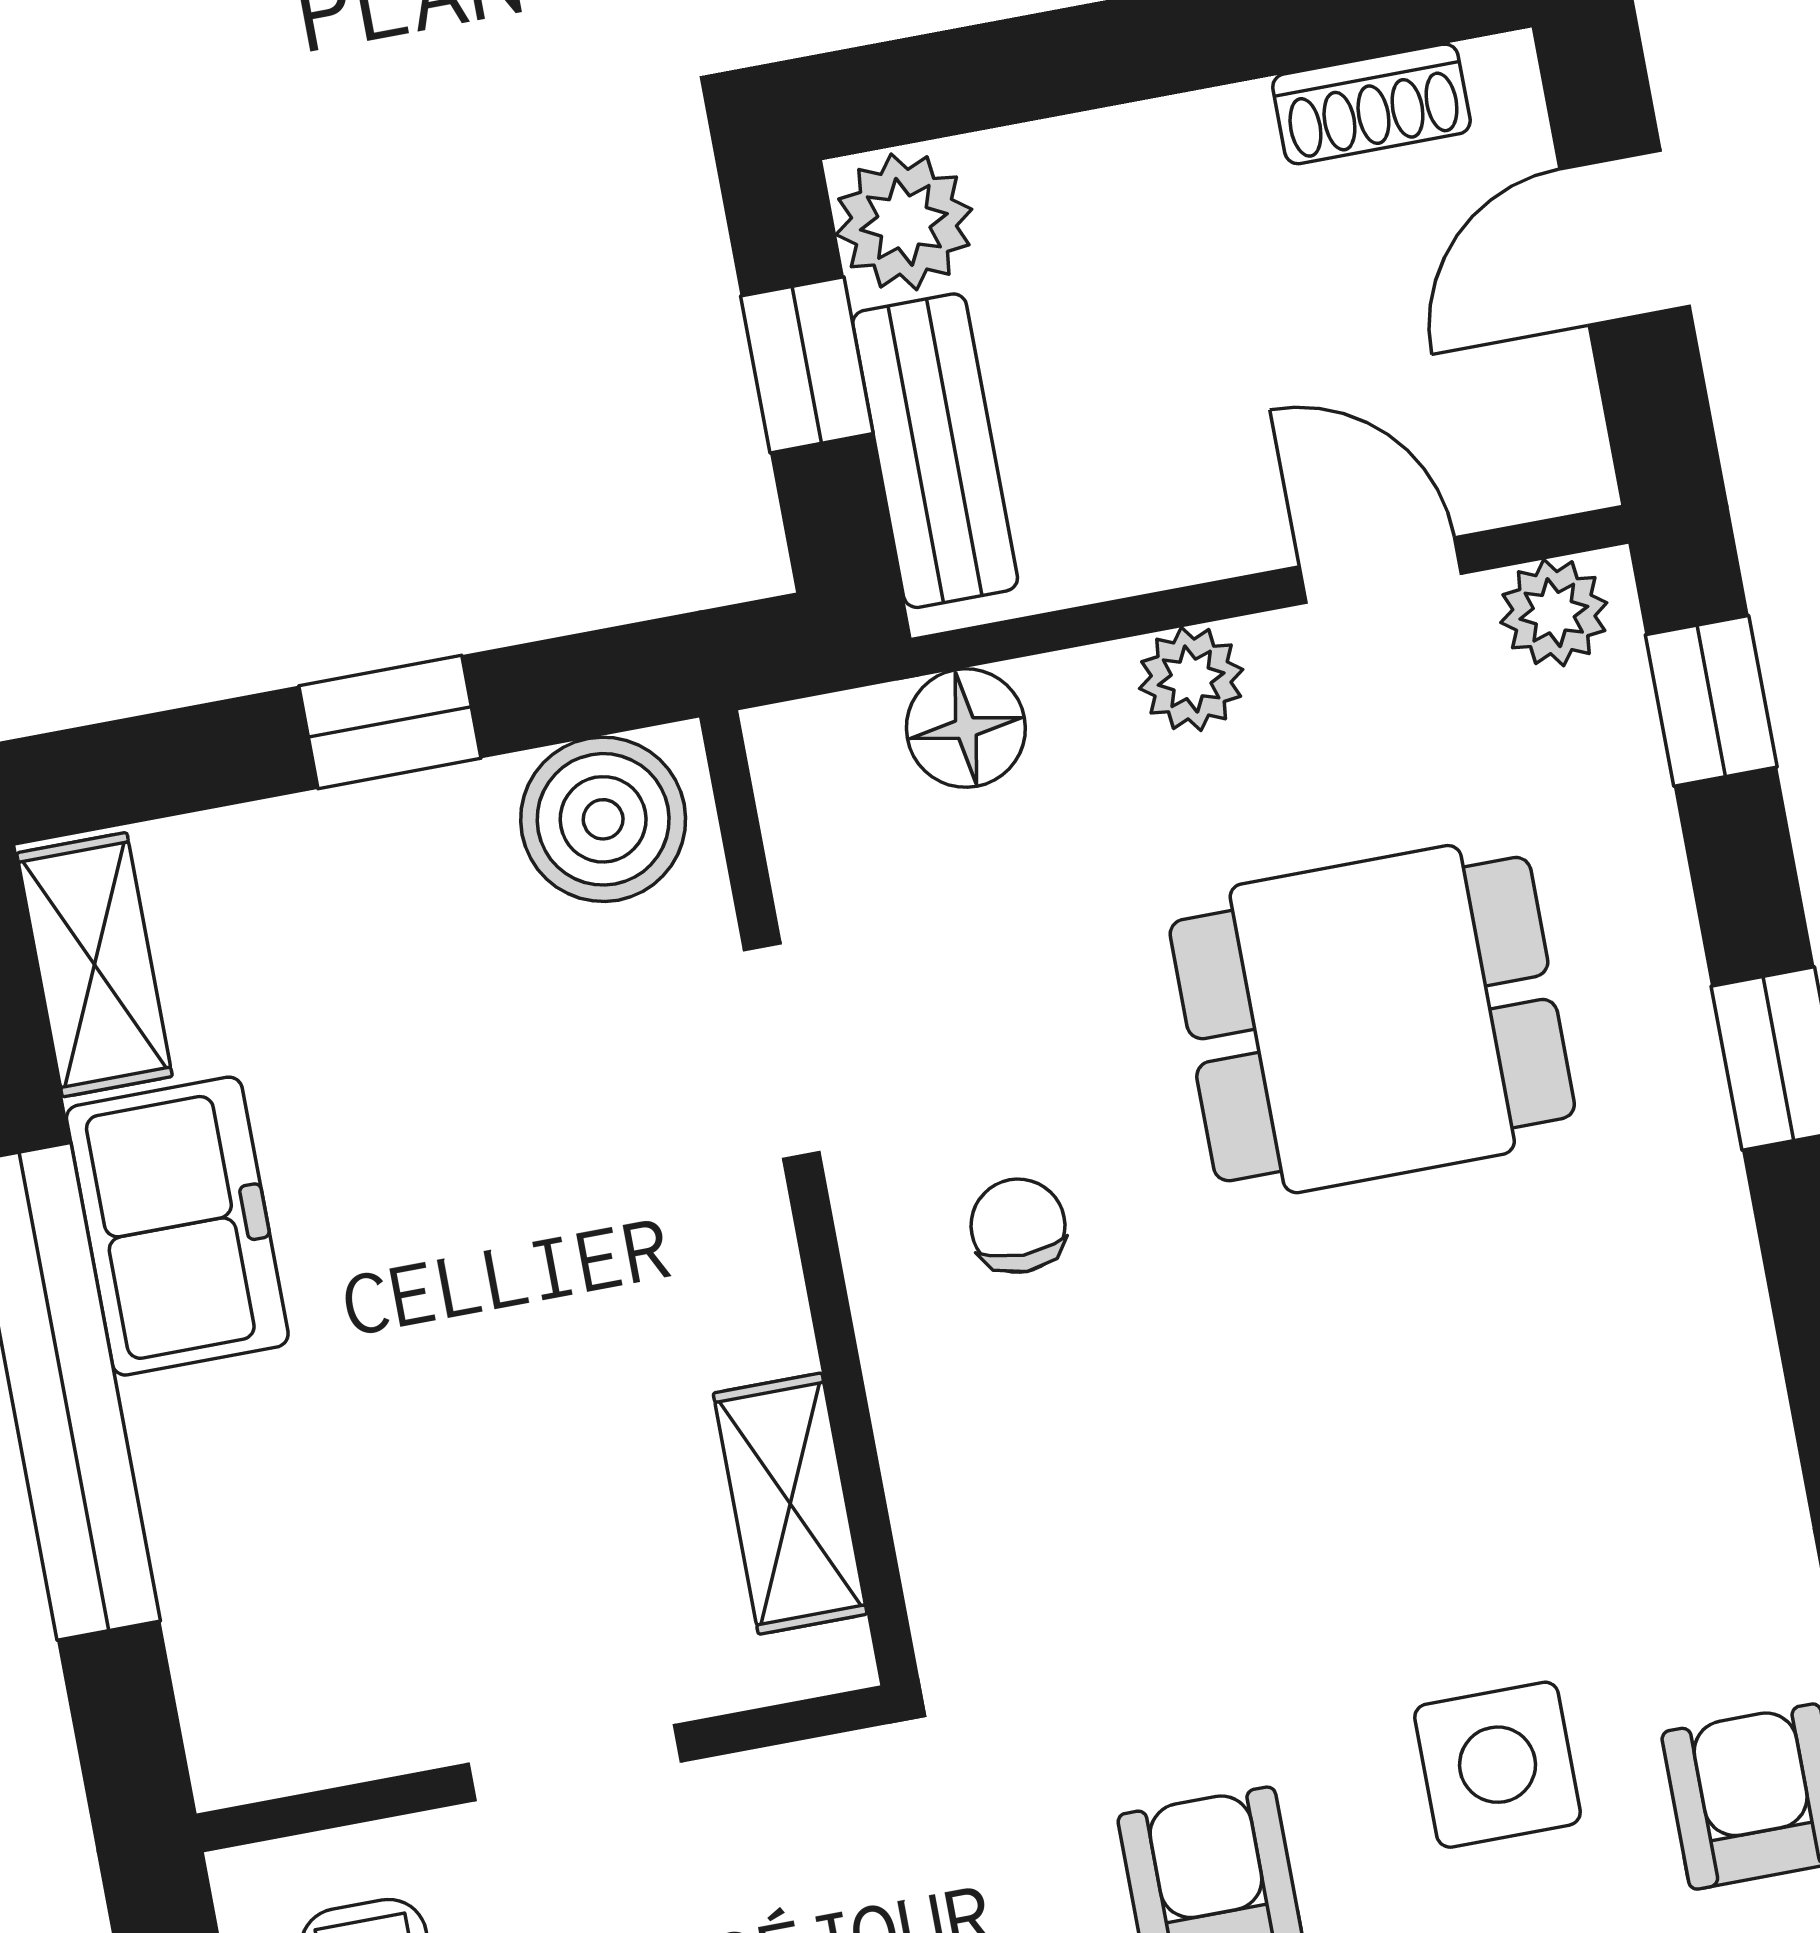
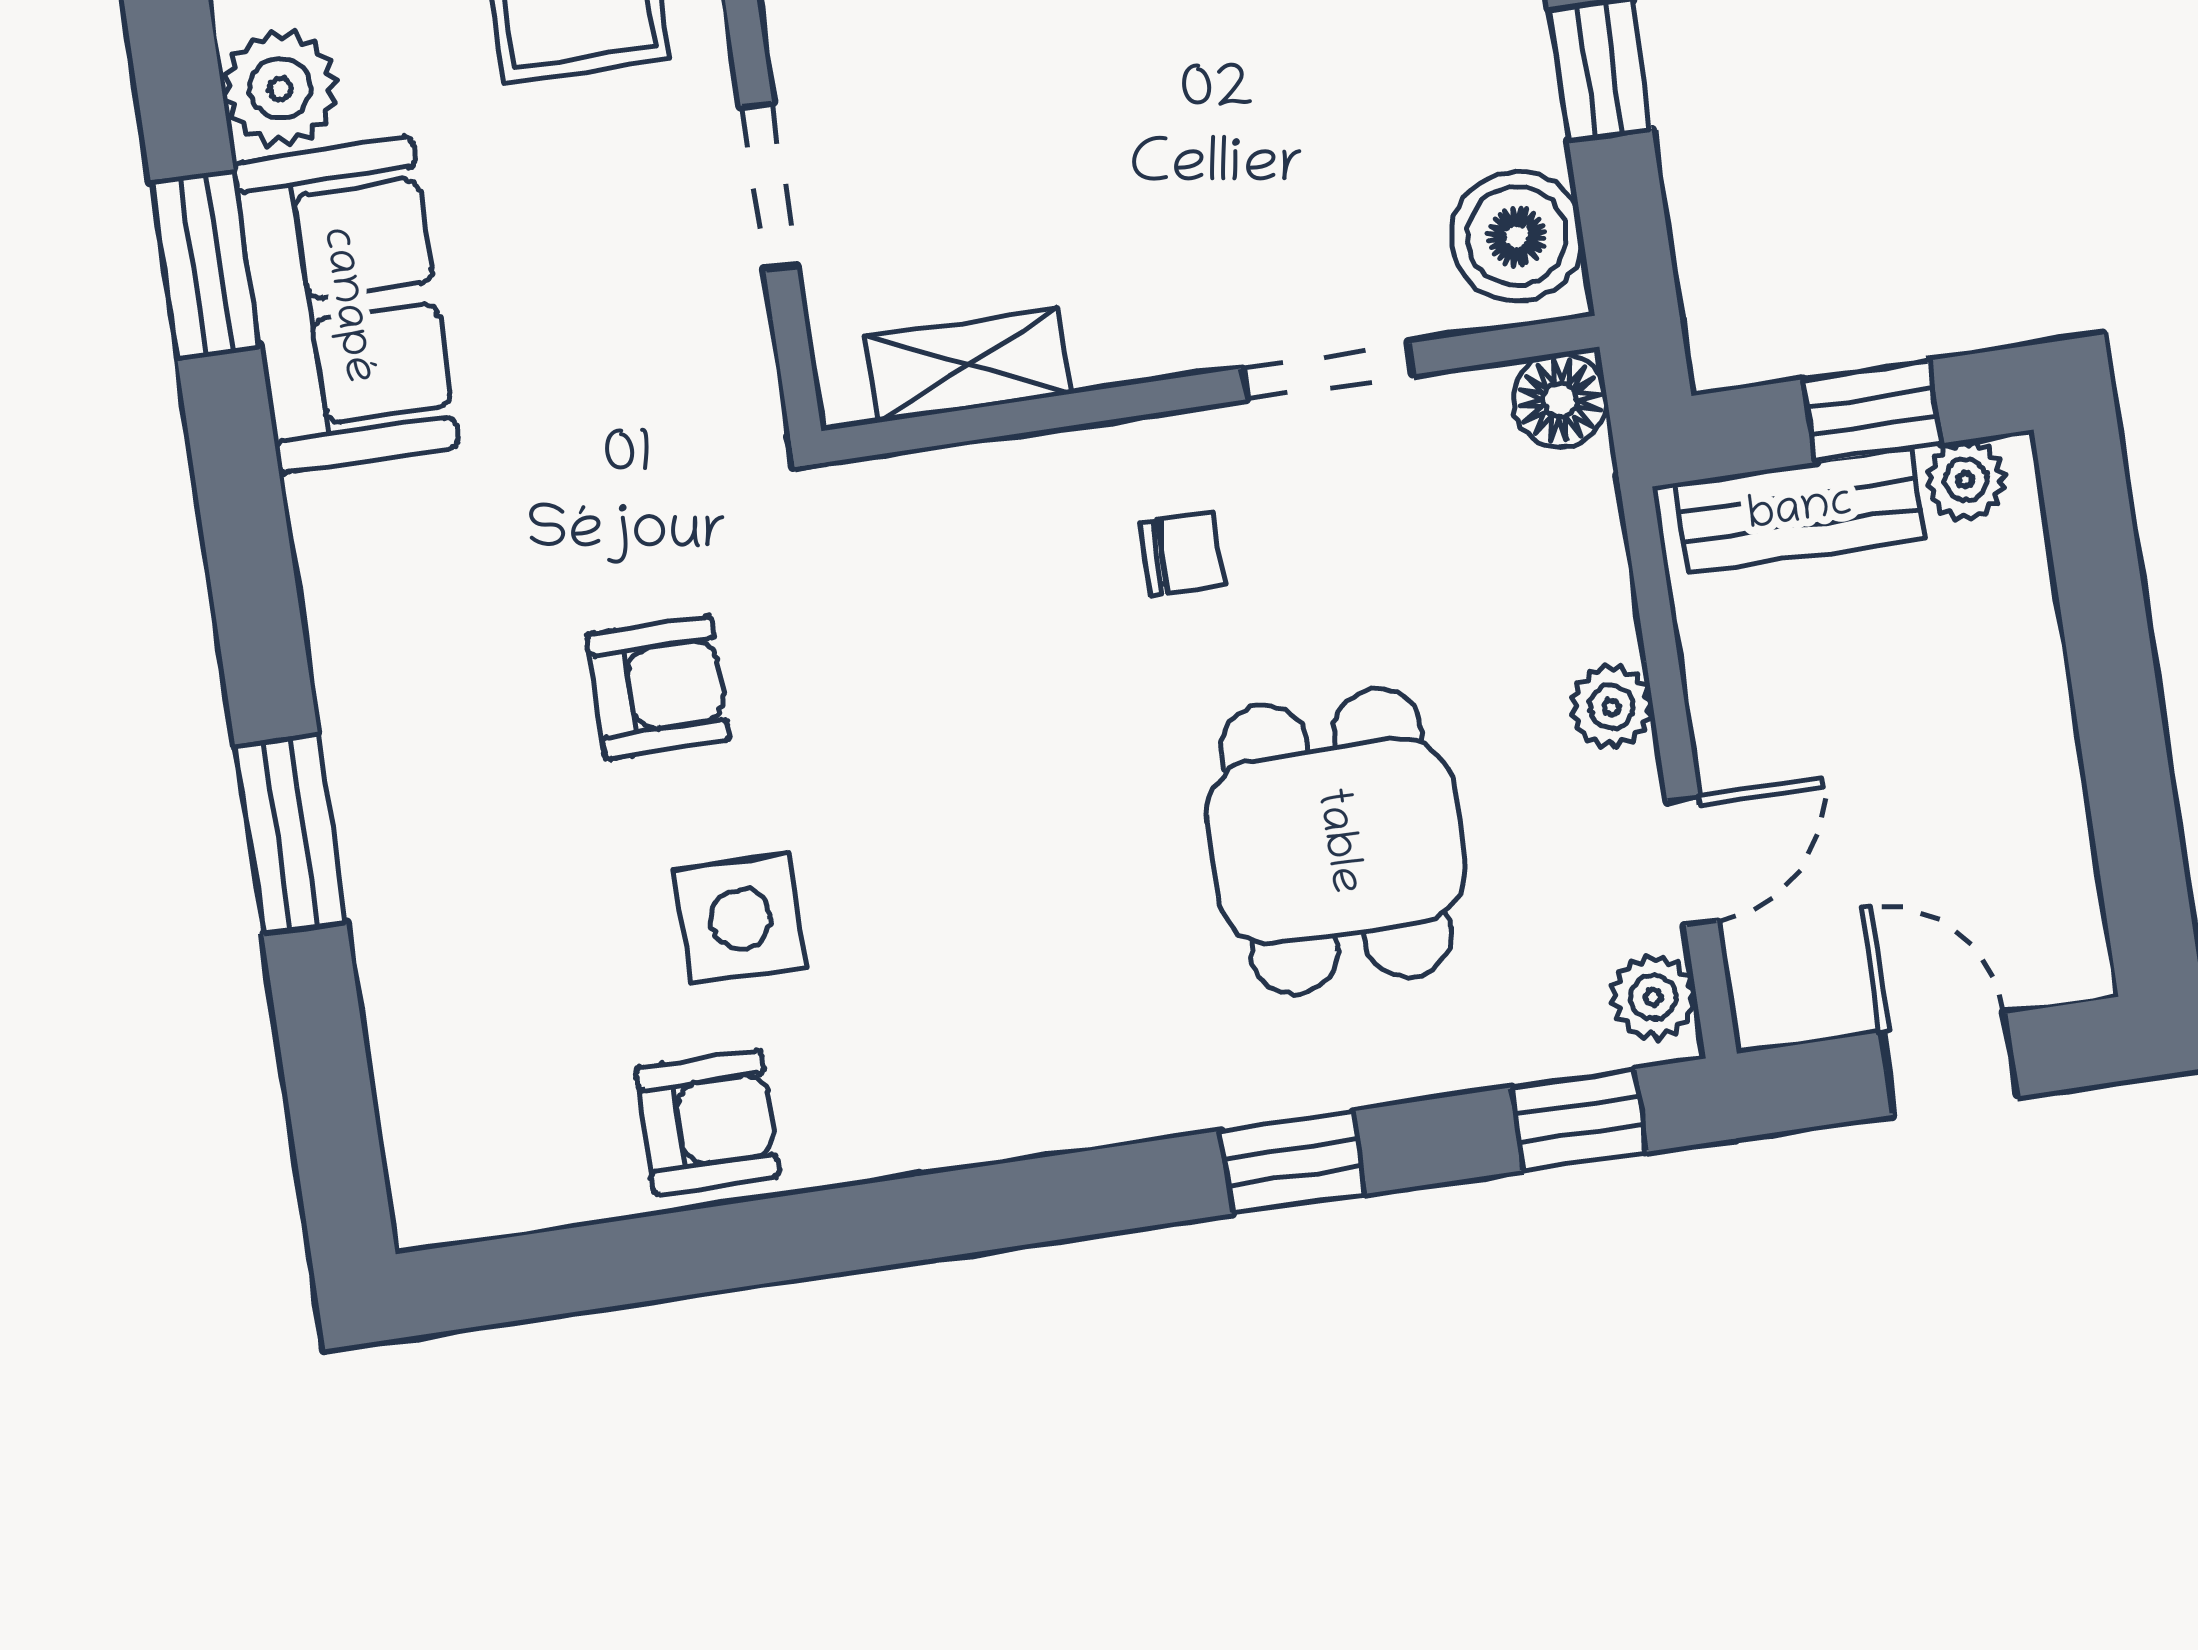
shoe rack: (1371, 104) -> (2063, 867), removed
plant: (904, 222) -> (1965, 480), width x0.73, depth x0.73
floor lamp: (966, 728) -> (1560, 400), moved

